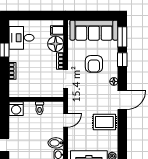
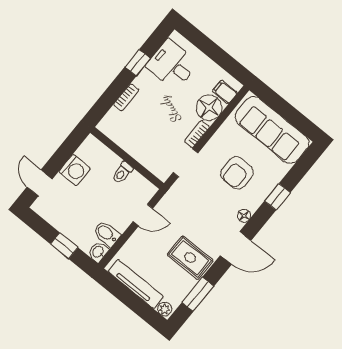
window: (122, 37) -> (198, 294), moved
washing machine: (16, 109) -> (75, 170), moved, turned -90

